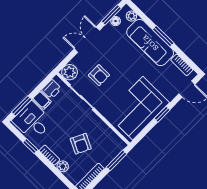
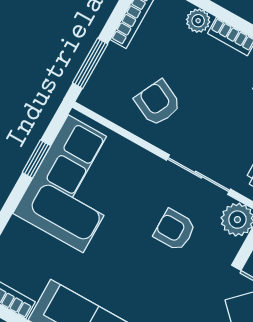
window: (162, 114) -> (36, 159), moved
armchair: (81, 144) -> (158, 103), moved

